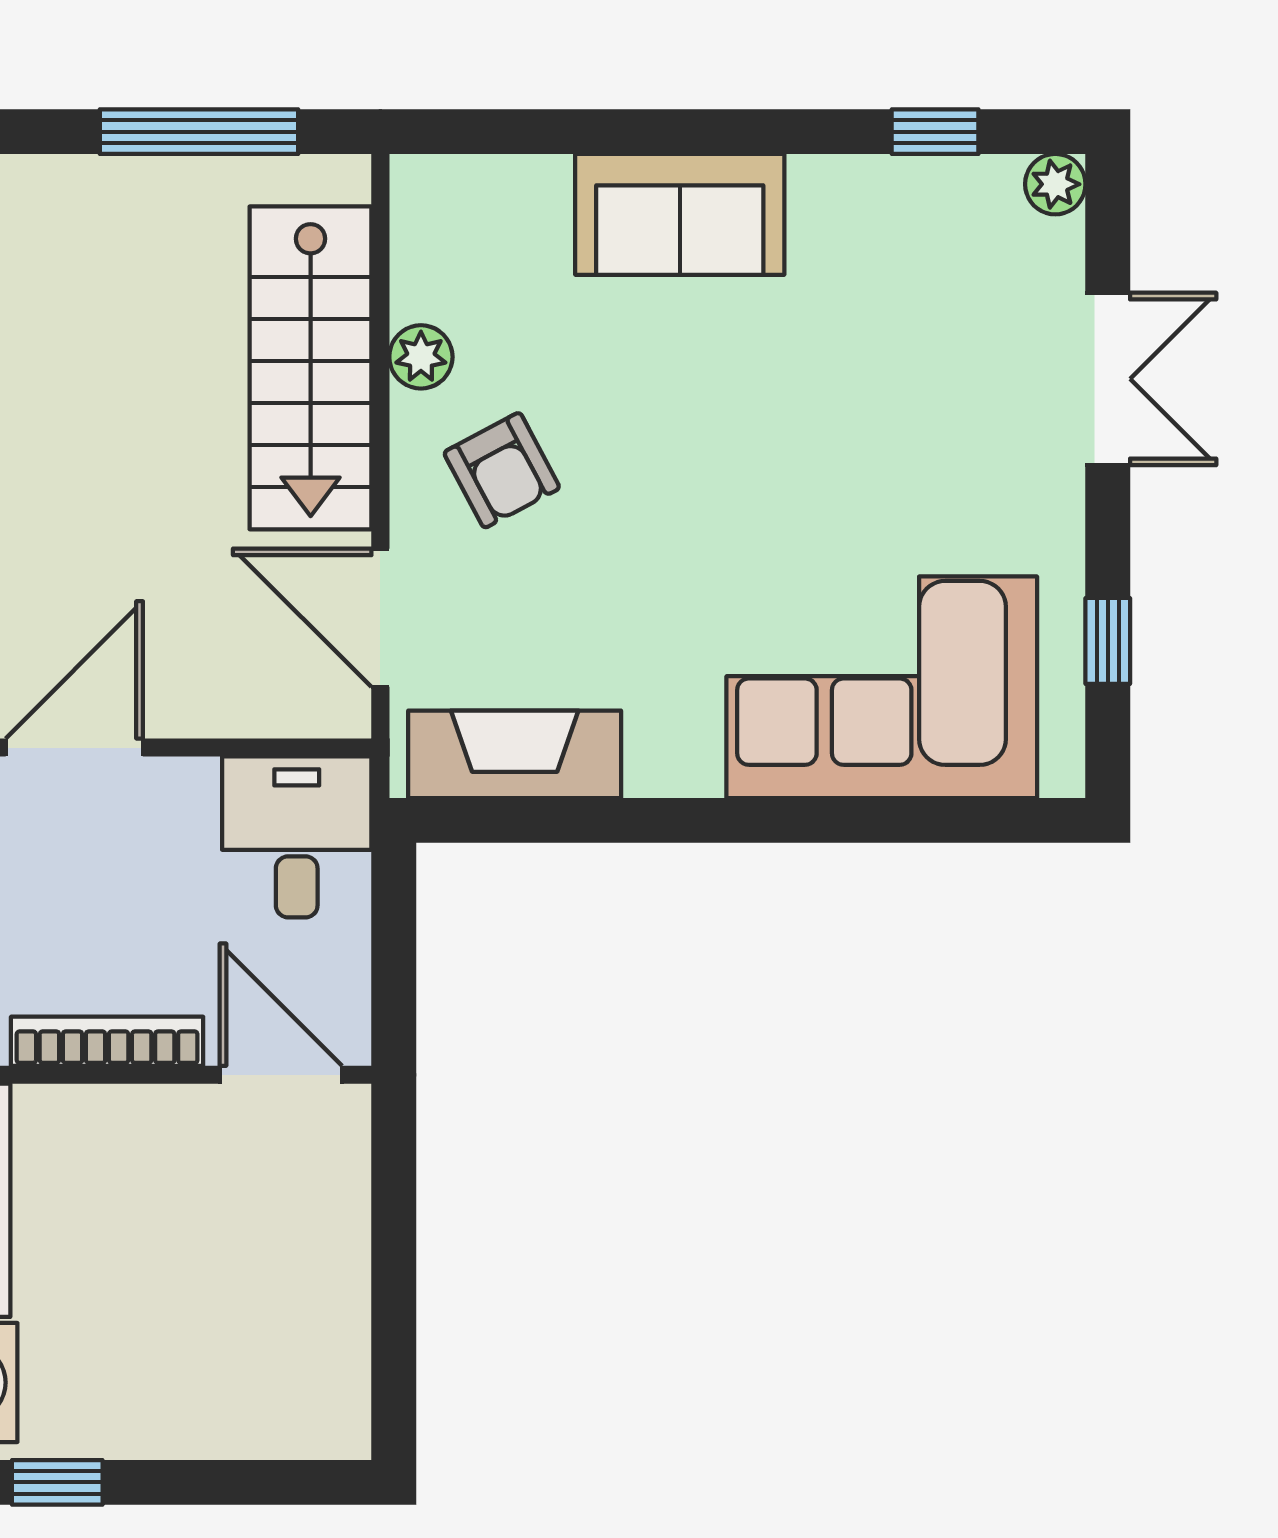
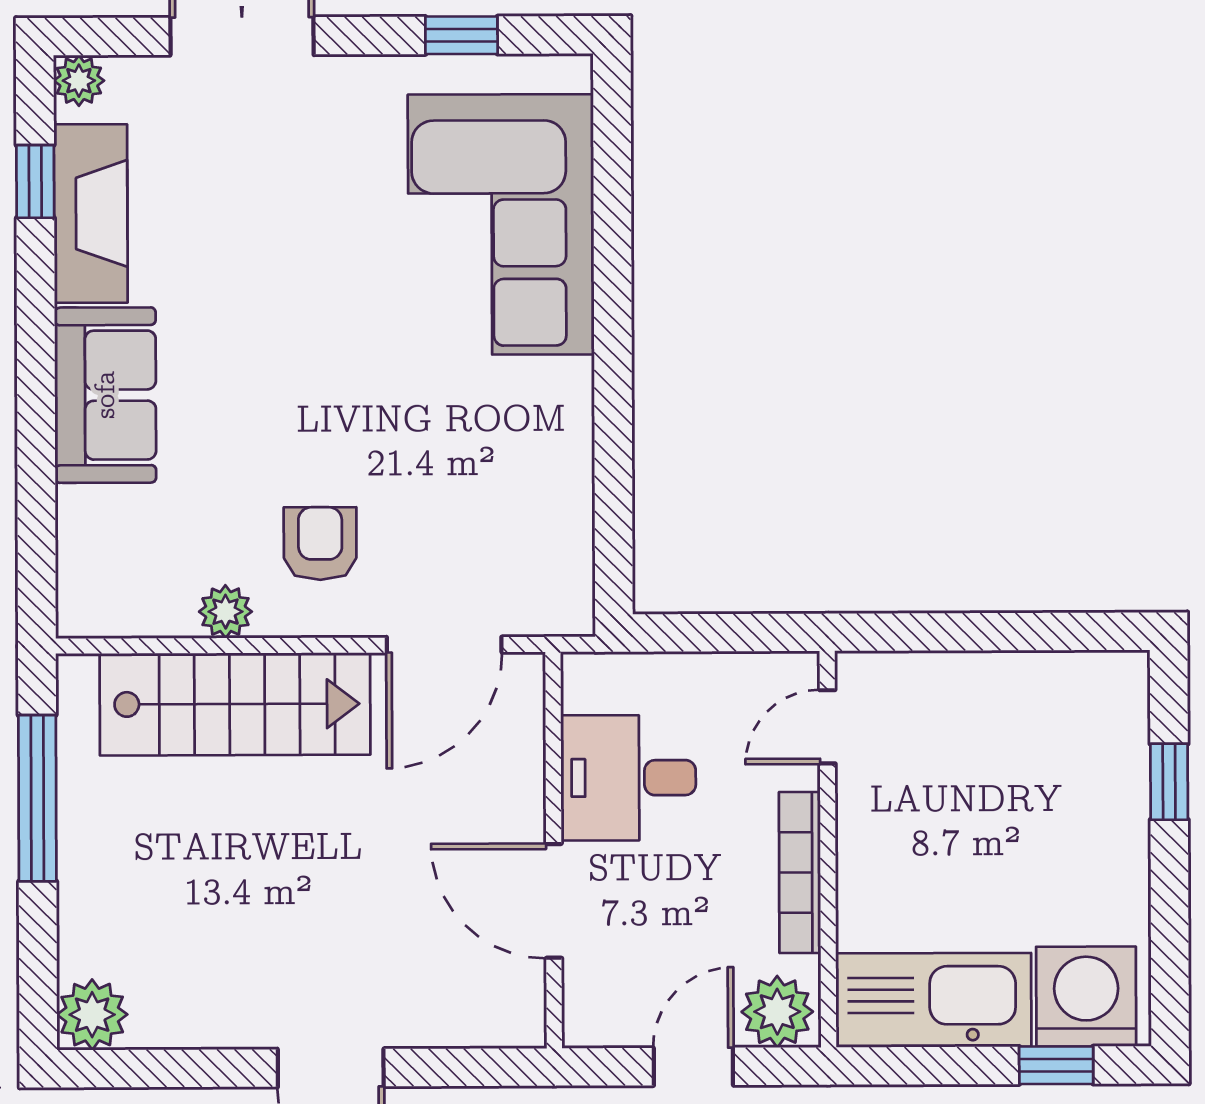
armchair: (502, 470) -> (320, 543), turned -62
fireplace: (515, 754) -> (91, 214), moved, turned 180
desk: (297, 837) -> (628, 778), moved
door: (281, 1075) -> (827, 727), width x0.73
window: (57, 1482) -> (1169, 782), moved

